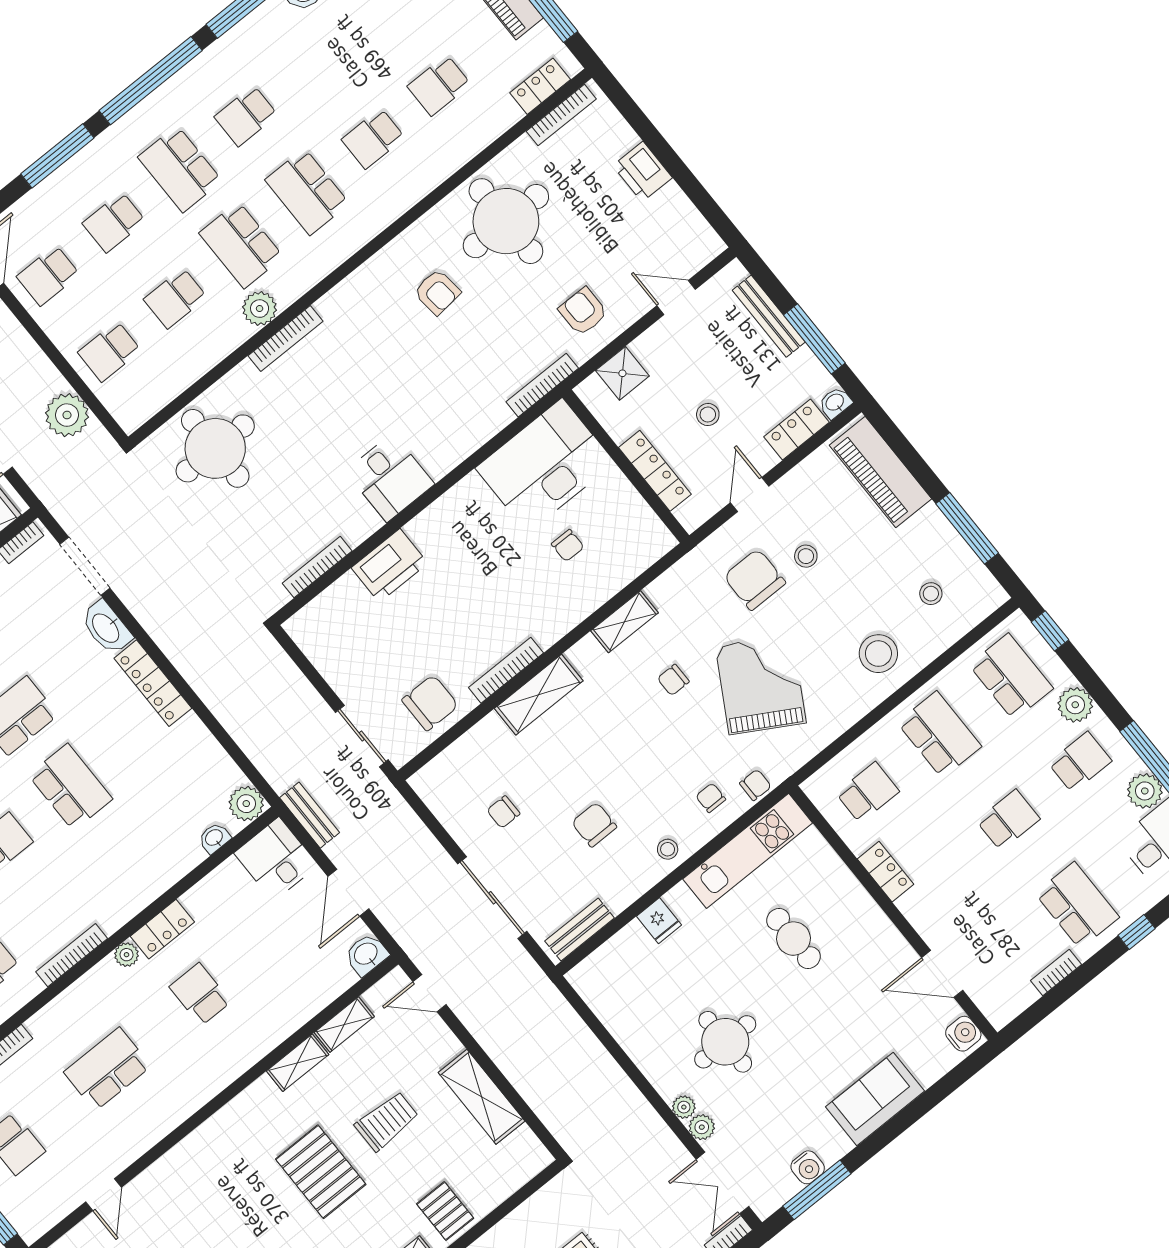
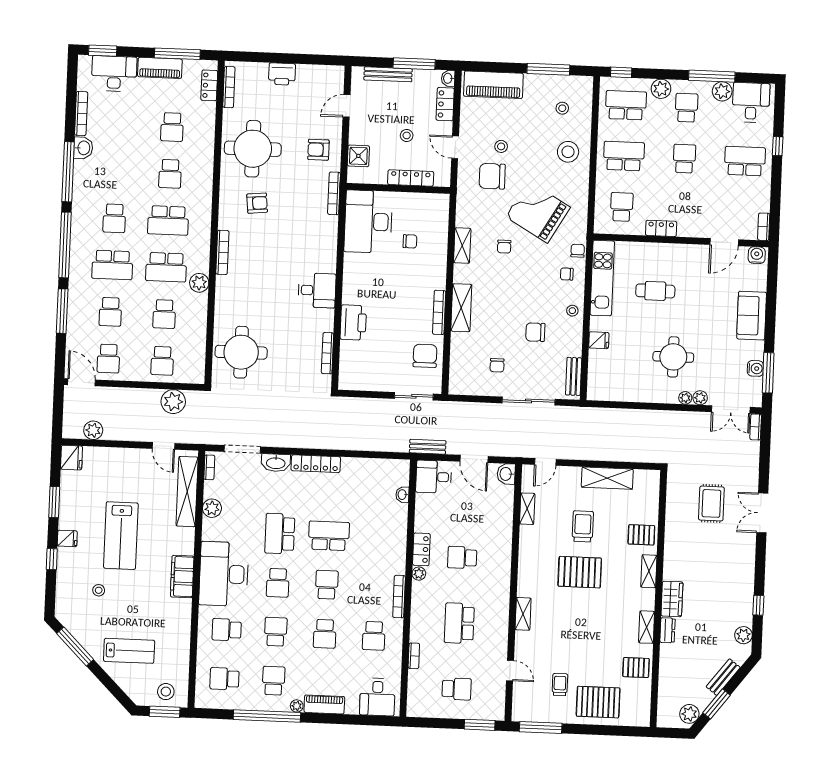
bookcase: (285, 338) -> (222, 252), moved
plant: (246, 804) -> (400, 469), removed
bookcase: (1056, 973) -> (764, 227), moved
shelving: (298, 1063) -> (523, 614), moved

